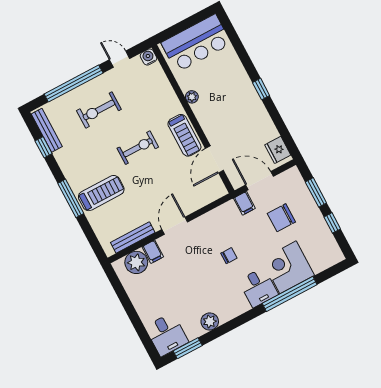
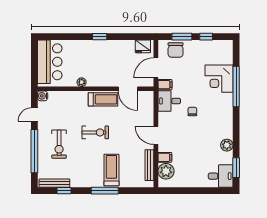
exercise bike: (138, 148) -> (95, 132), turned 90
chair: (281, 218) -> (176, 50), moved
desk: (258, 287) -> (169, 101), moved, turned 180

